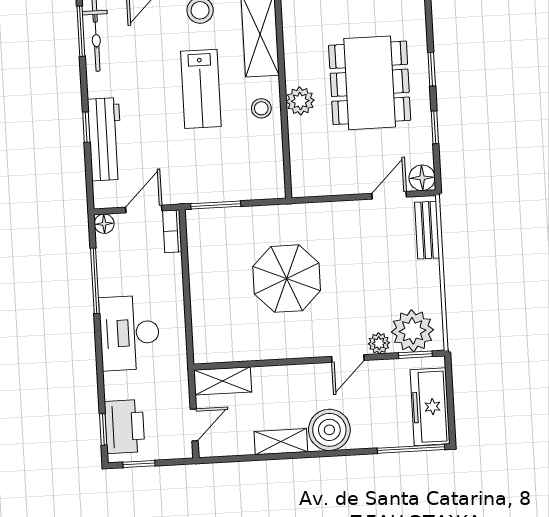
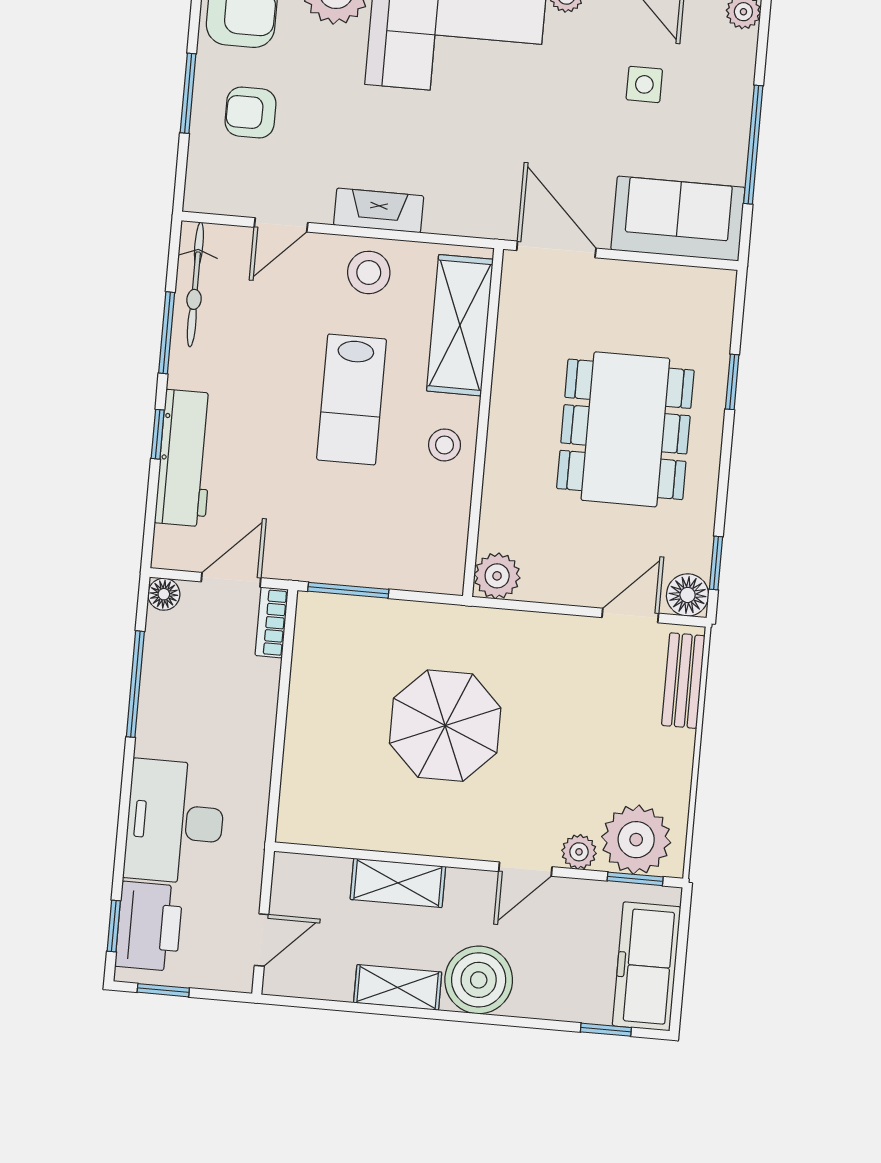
window: (81, 31) -> (167, 333), moved
window: (432, 69) -> (732, 382), moved
plant: (300, 101) -> (497, 576), moved
window: (435, 127) -> (716, 563), moved
desk: (129, 333) -> (175, 822), moved
shelving: (223, 381) -> (398, 883), moved
window: (411, 449) -> (606, 1030), width x0.46

